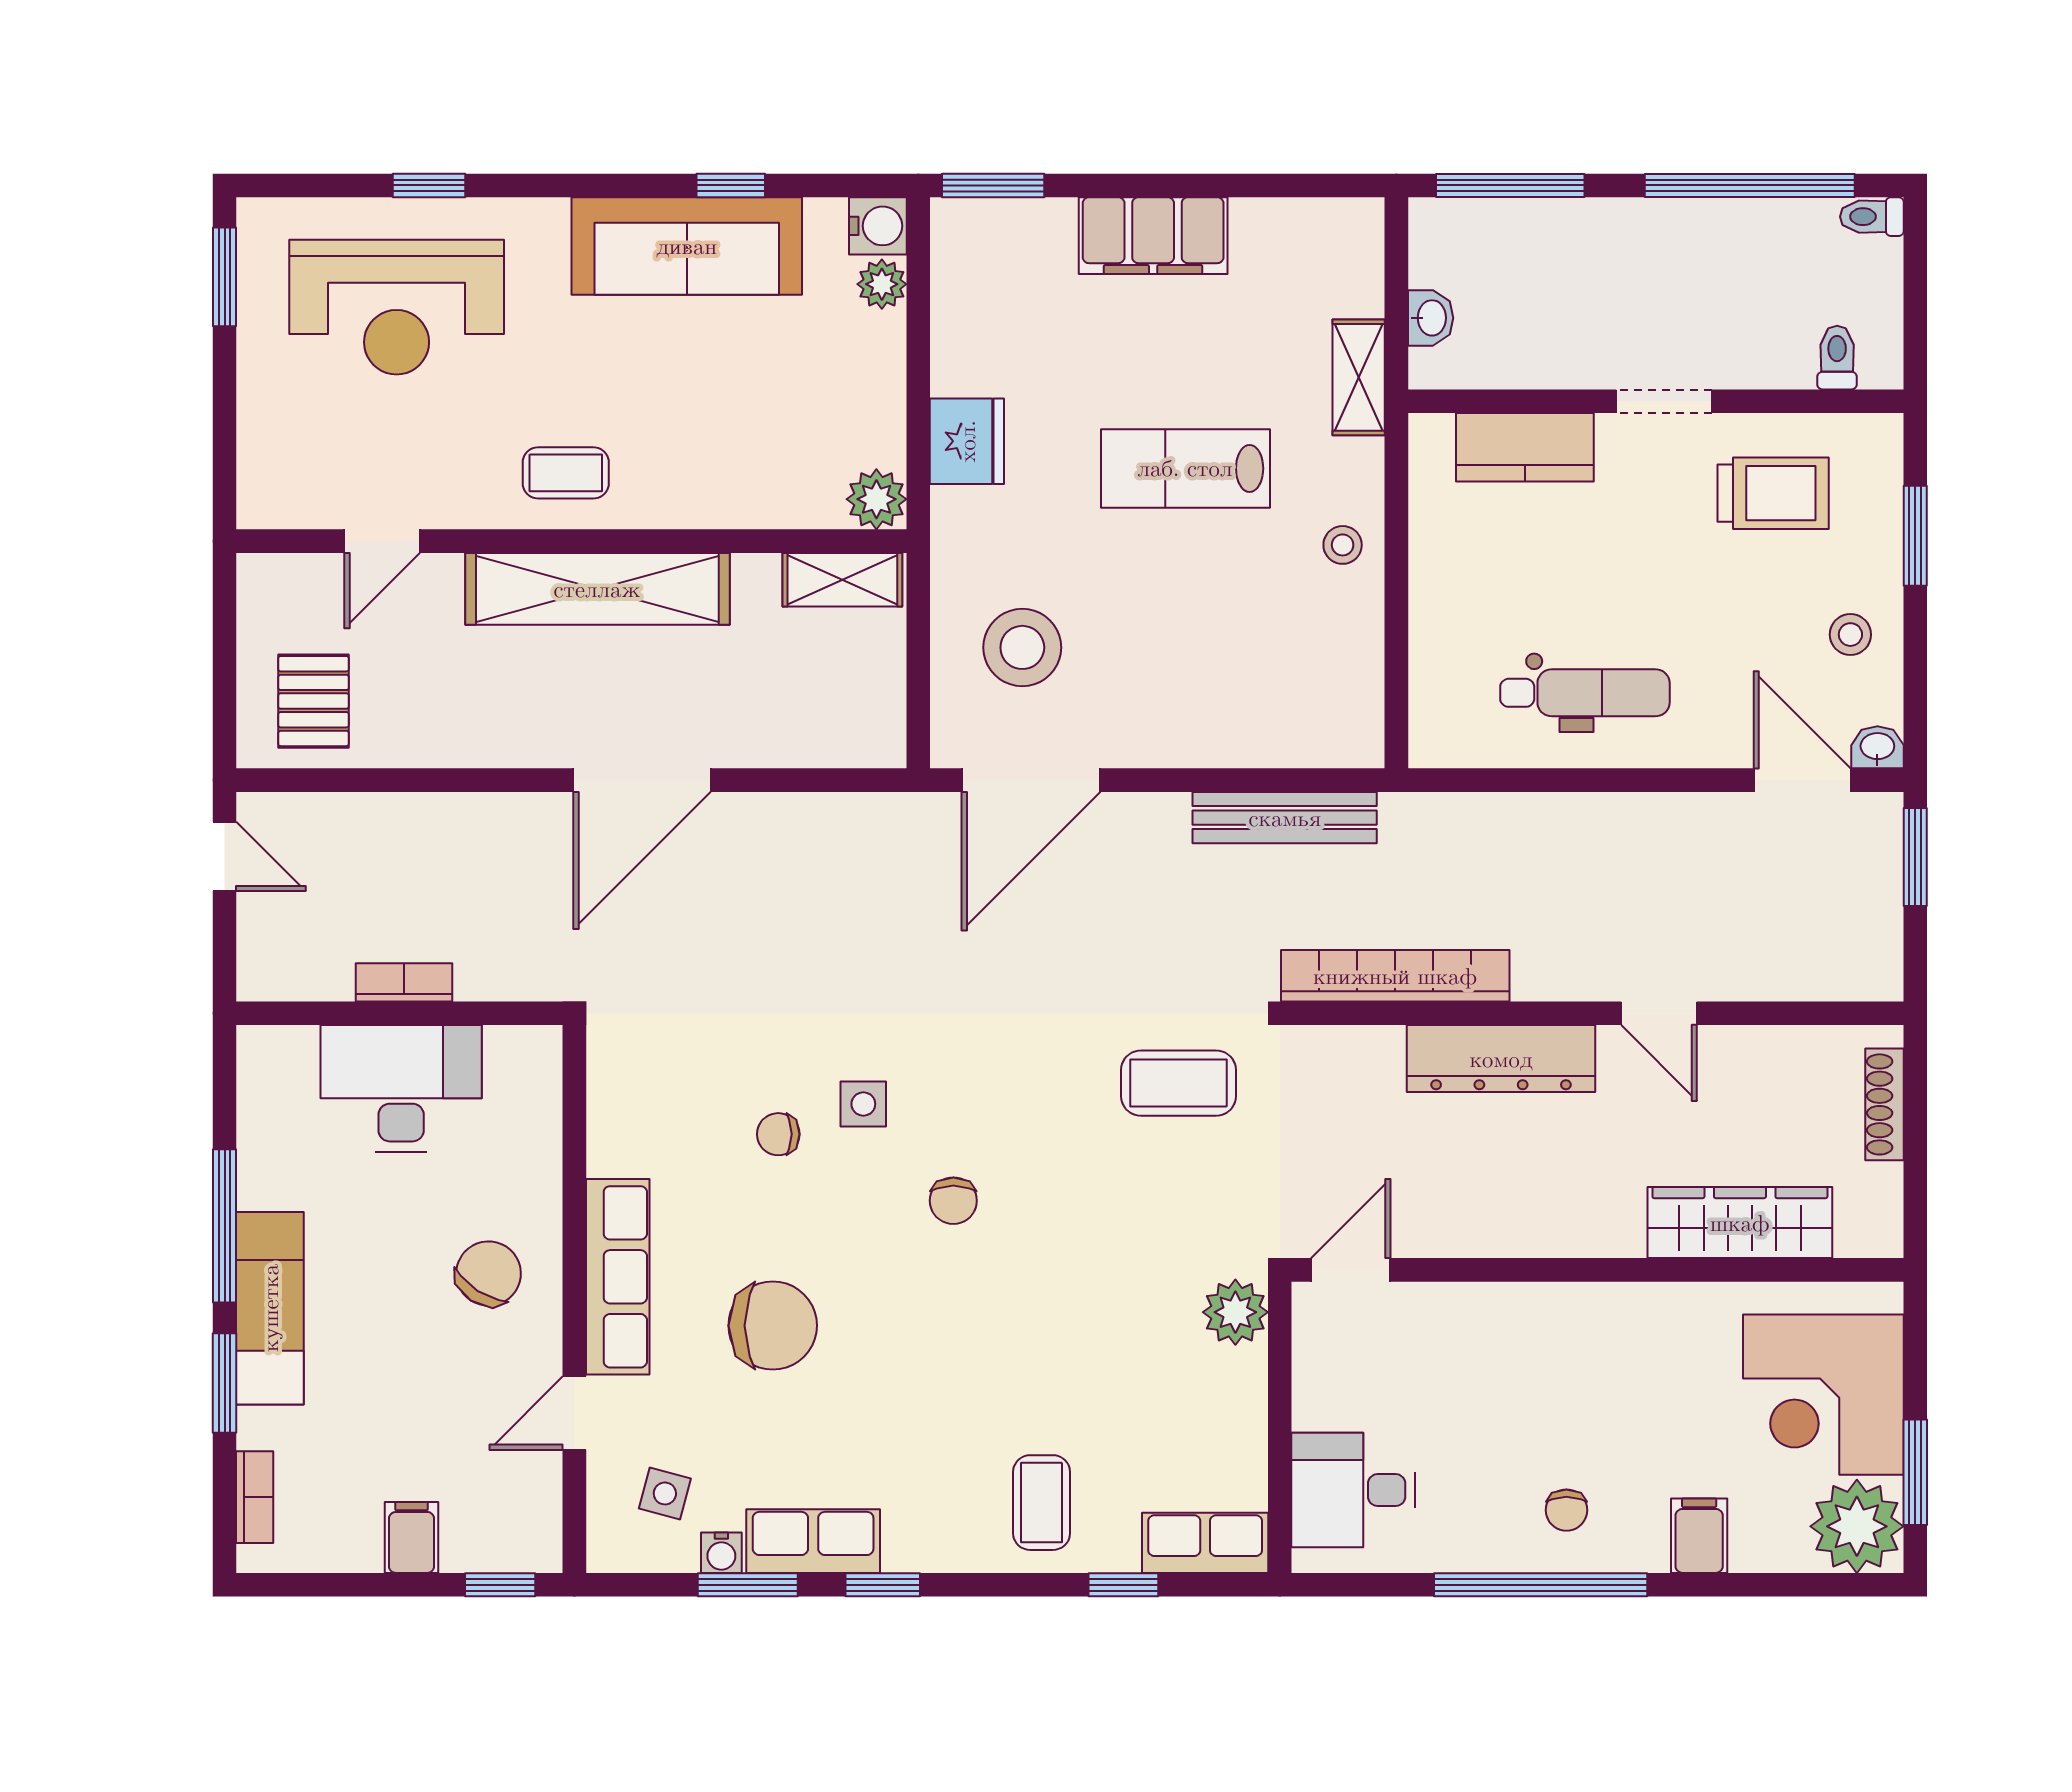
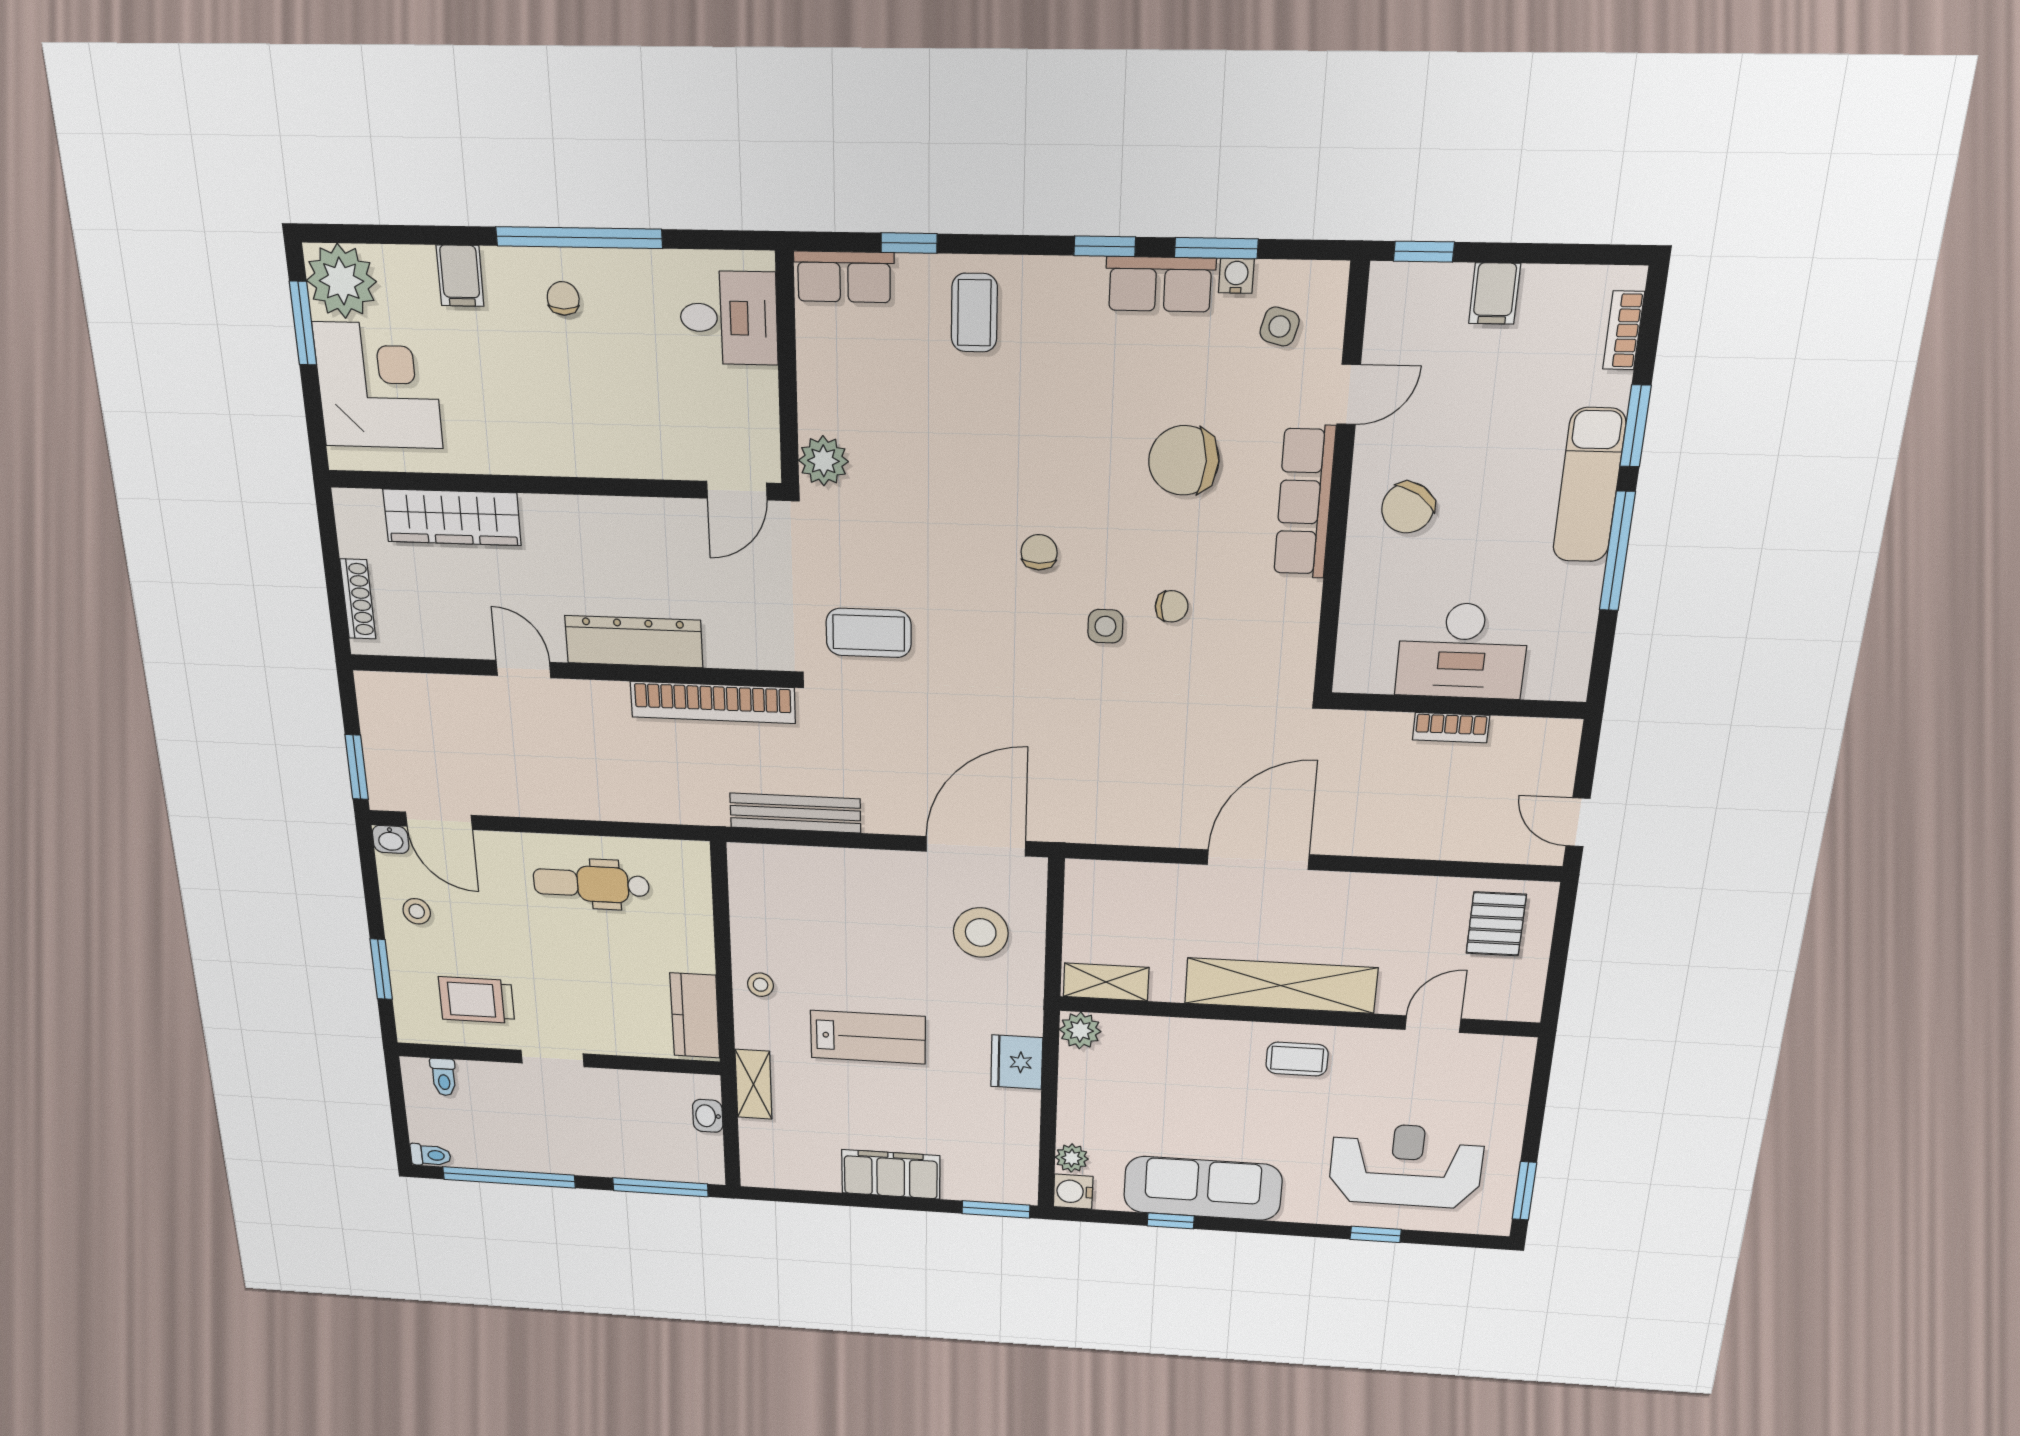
kitchen counter: (1525, 447) -> (695, 1015), moved, turned -90

